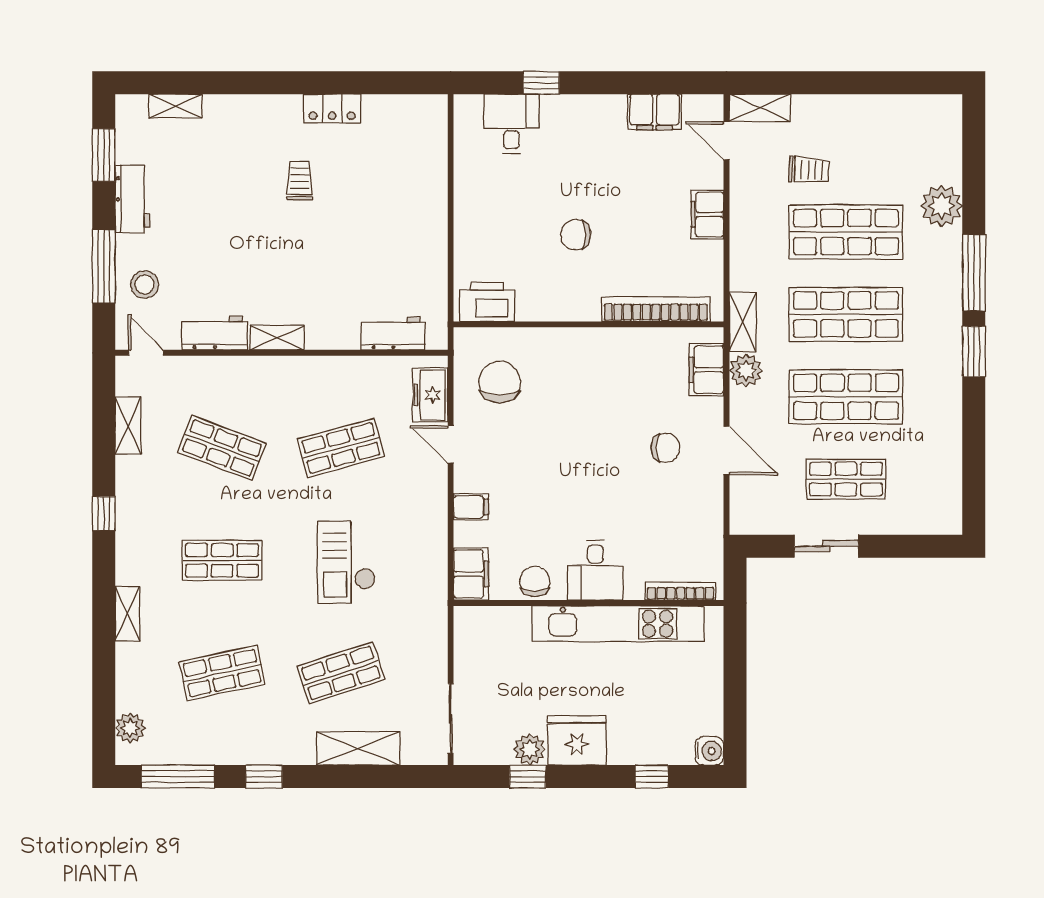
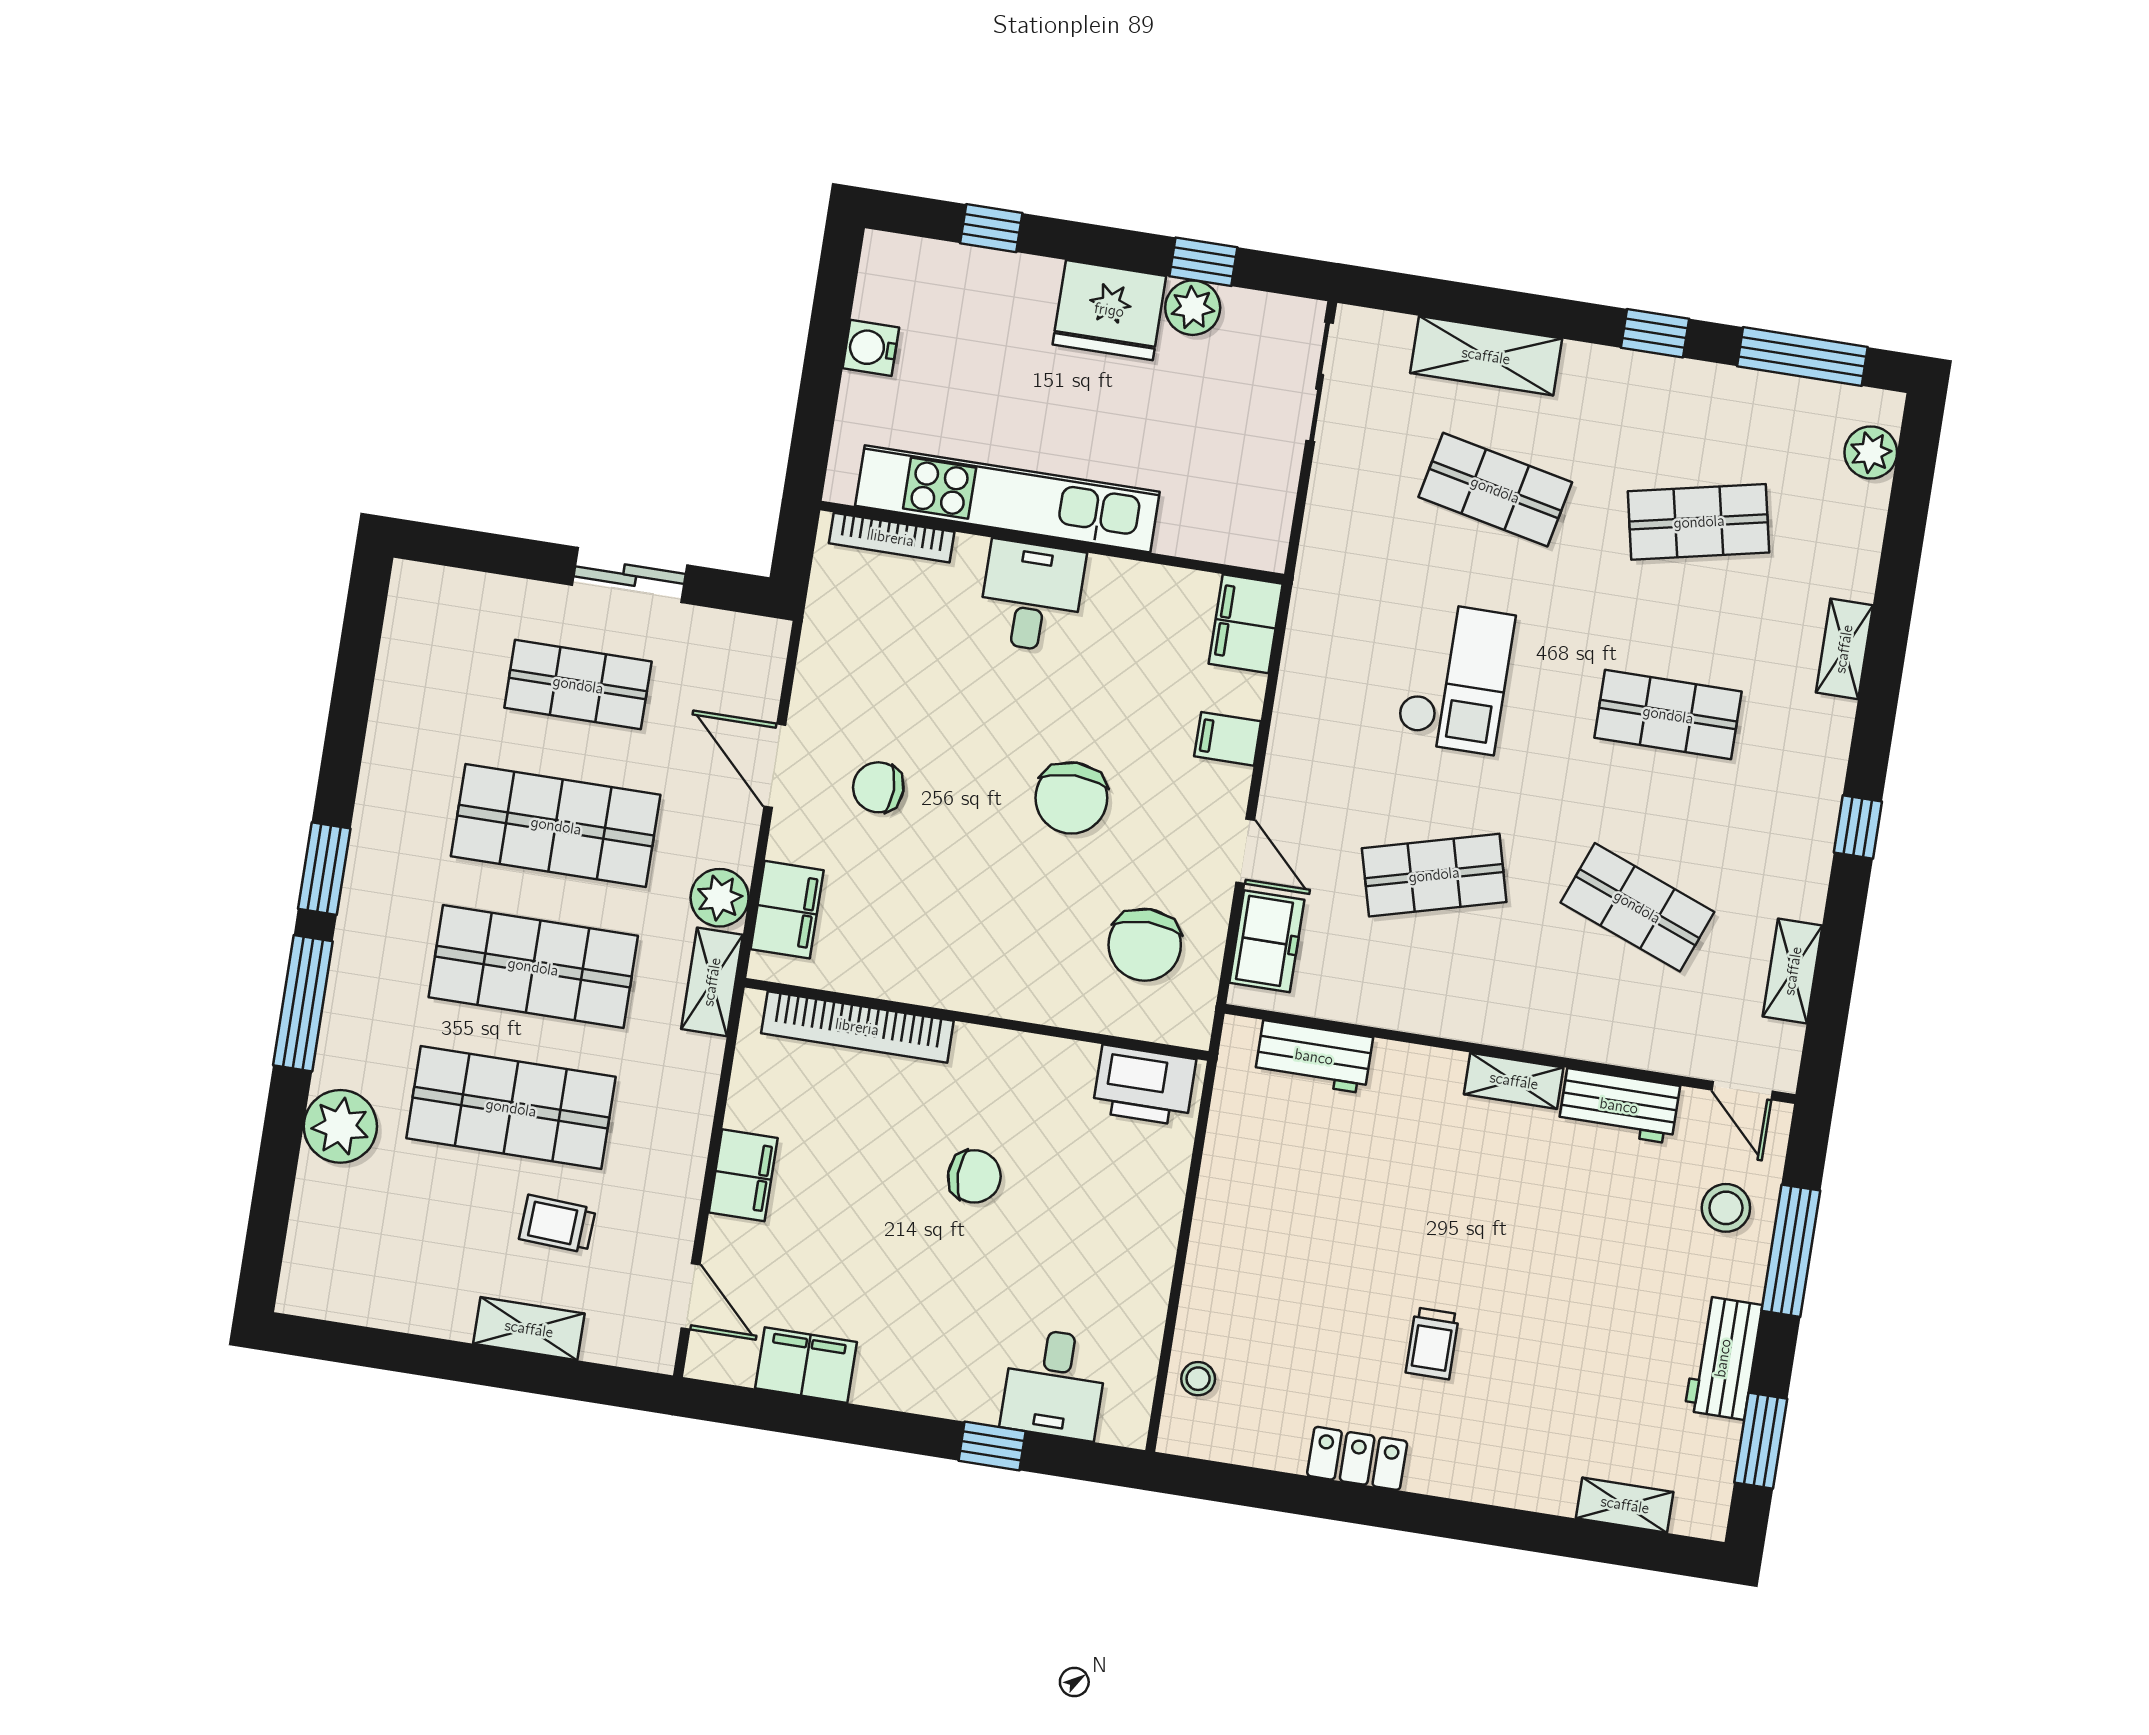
shelving: (760, 108) -> (529, 1329), moved
stool: (430, 140) -> (1198, 1379), added
chair: (535, 581) -> (1071, 798), moved, width x1.37, depth x1.37
shop shelf: (341, 673) -> (1495, 490), turned 30
water cooler: (709, 751) -> (871, 348), moved

